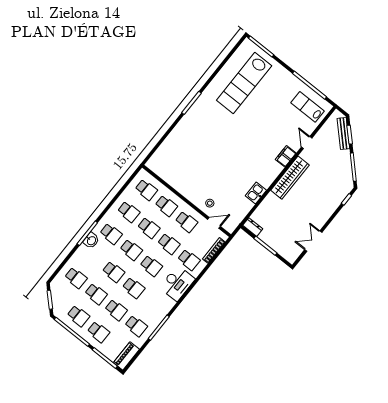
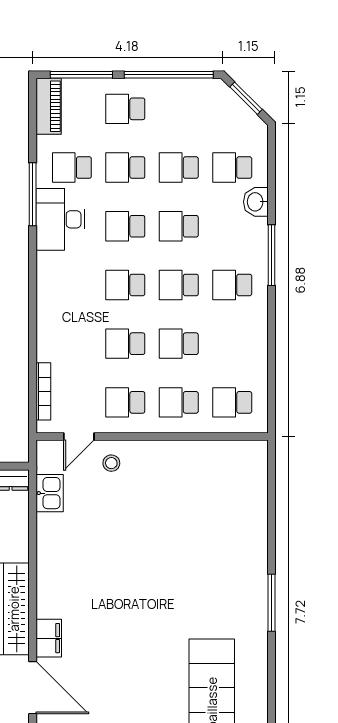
door: (307, 143) -> (33, 688), width x1.88
kitchen sink: (256, 193) -> (50, 493), moved
school desk: (129, 212) -> (232, 344), removed
washbasin: (91, 240) -> (256, 202), moved
school desk: (189, 260) -> (72, 344), removed
desk: (177, 283) -> (60, 219), moved
school desk: (78, 316) -> (179, 109), removed

